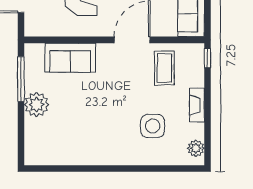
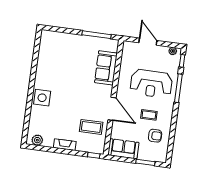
plant: (37, 105) -> (79, 42), removed
side table: (153, 126) -> (42, 98), moved

